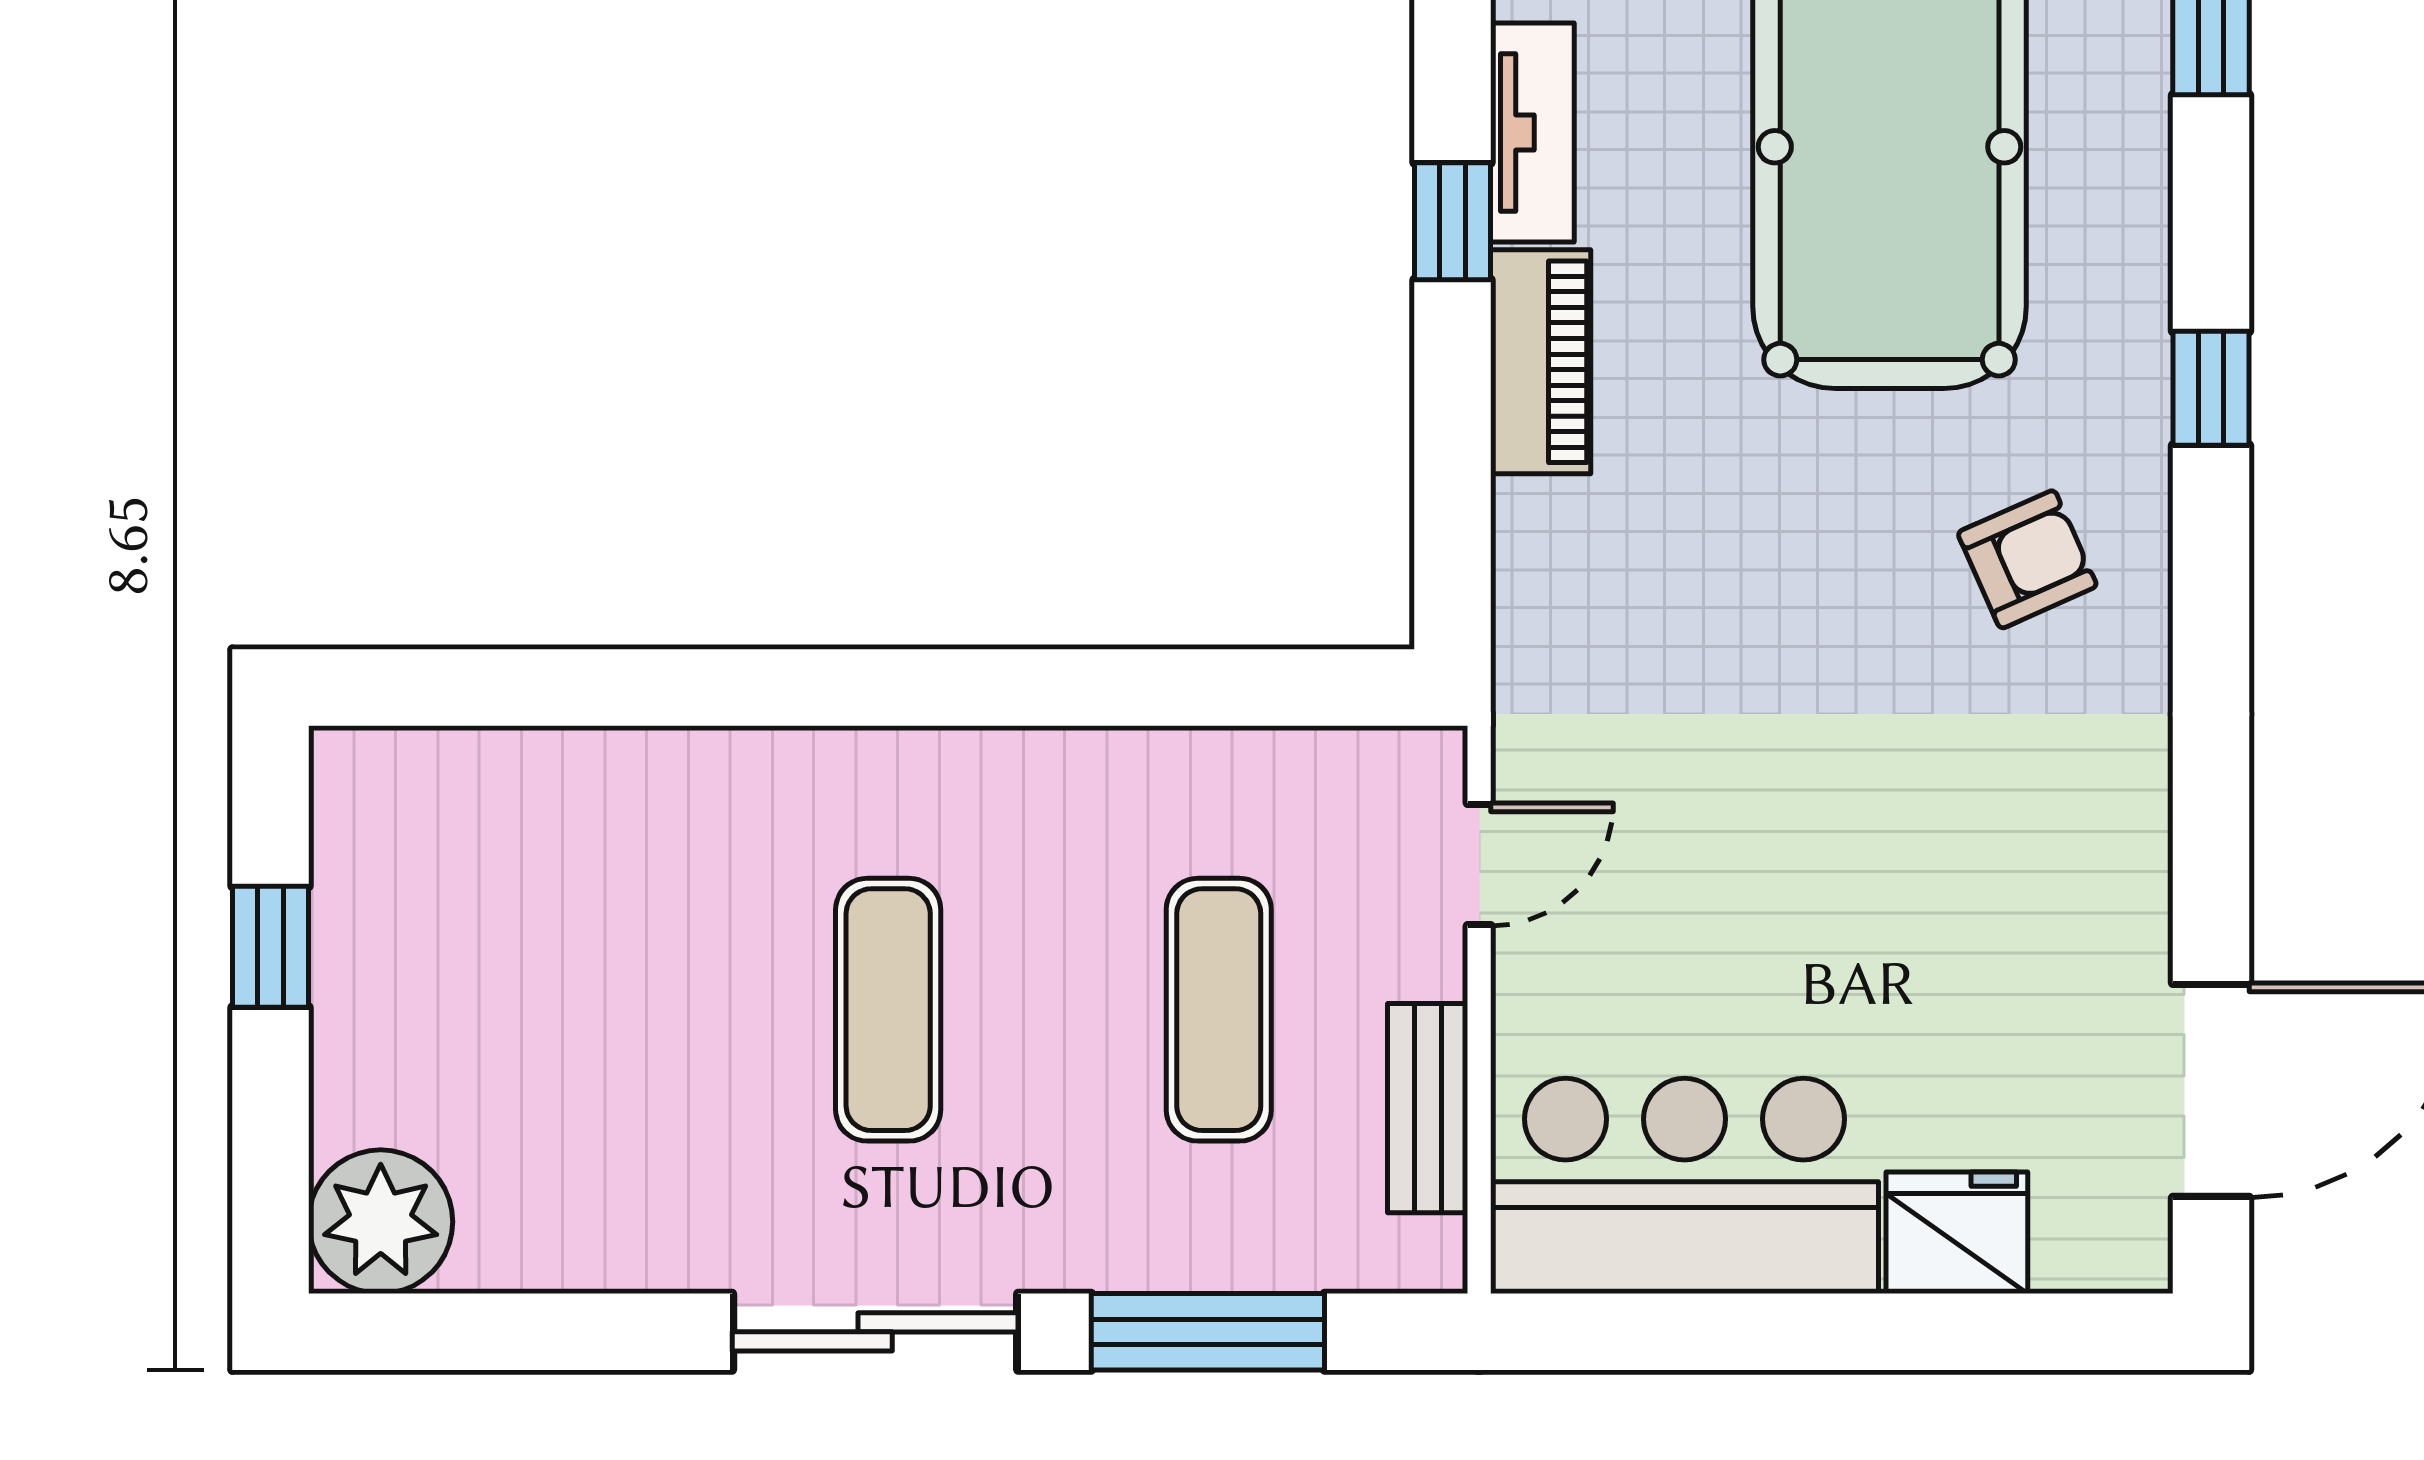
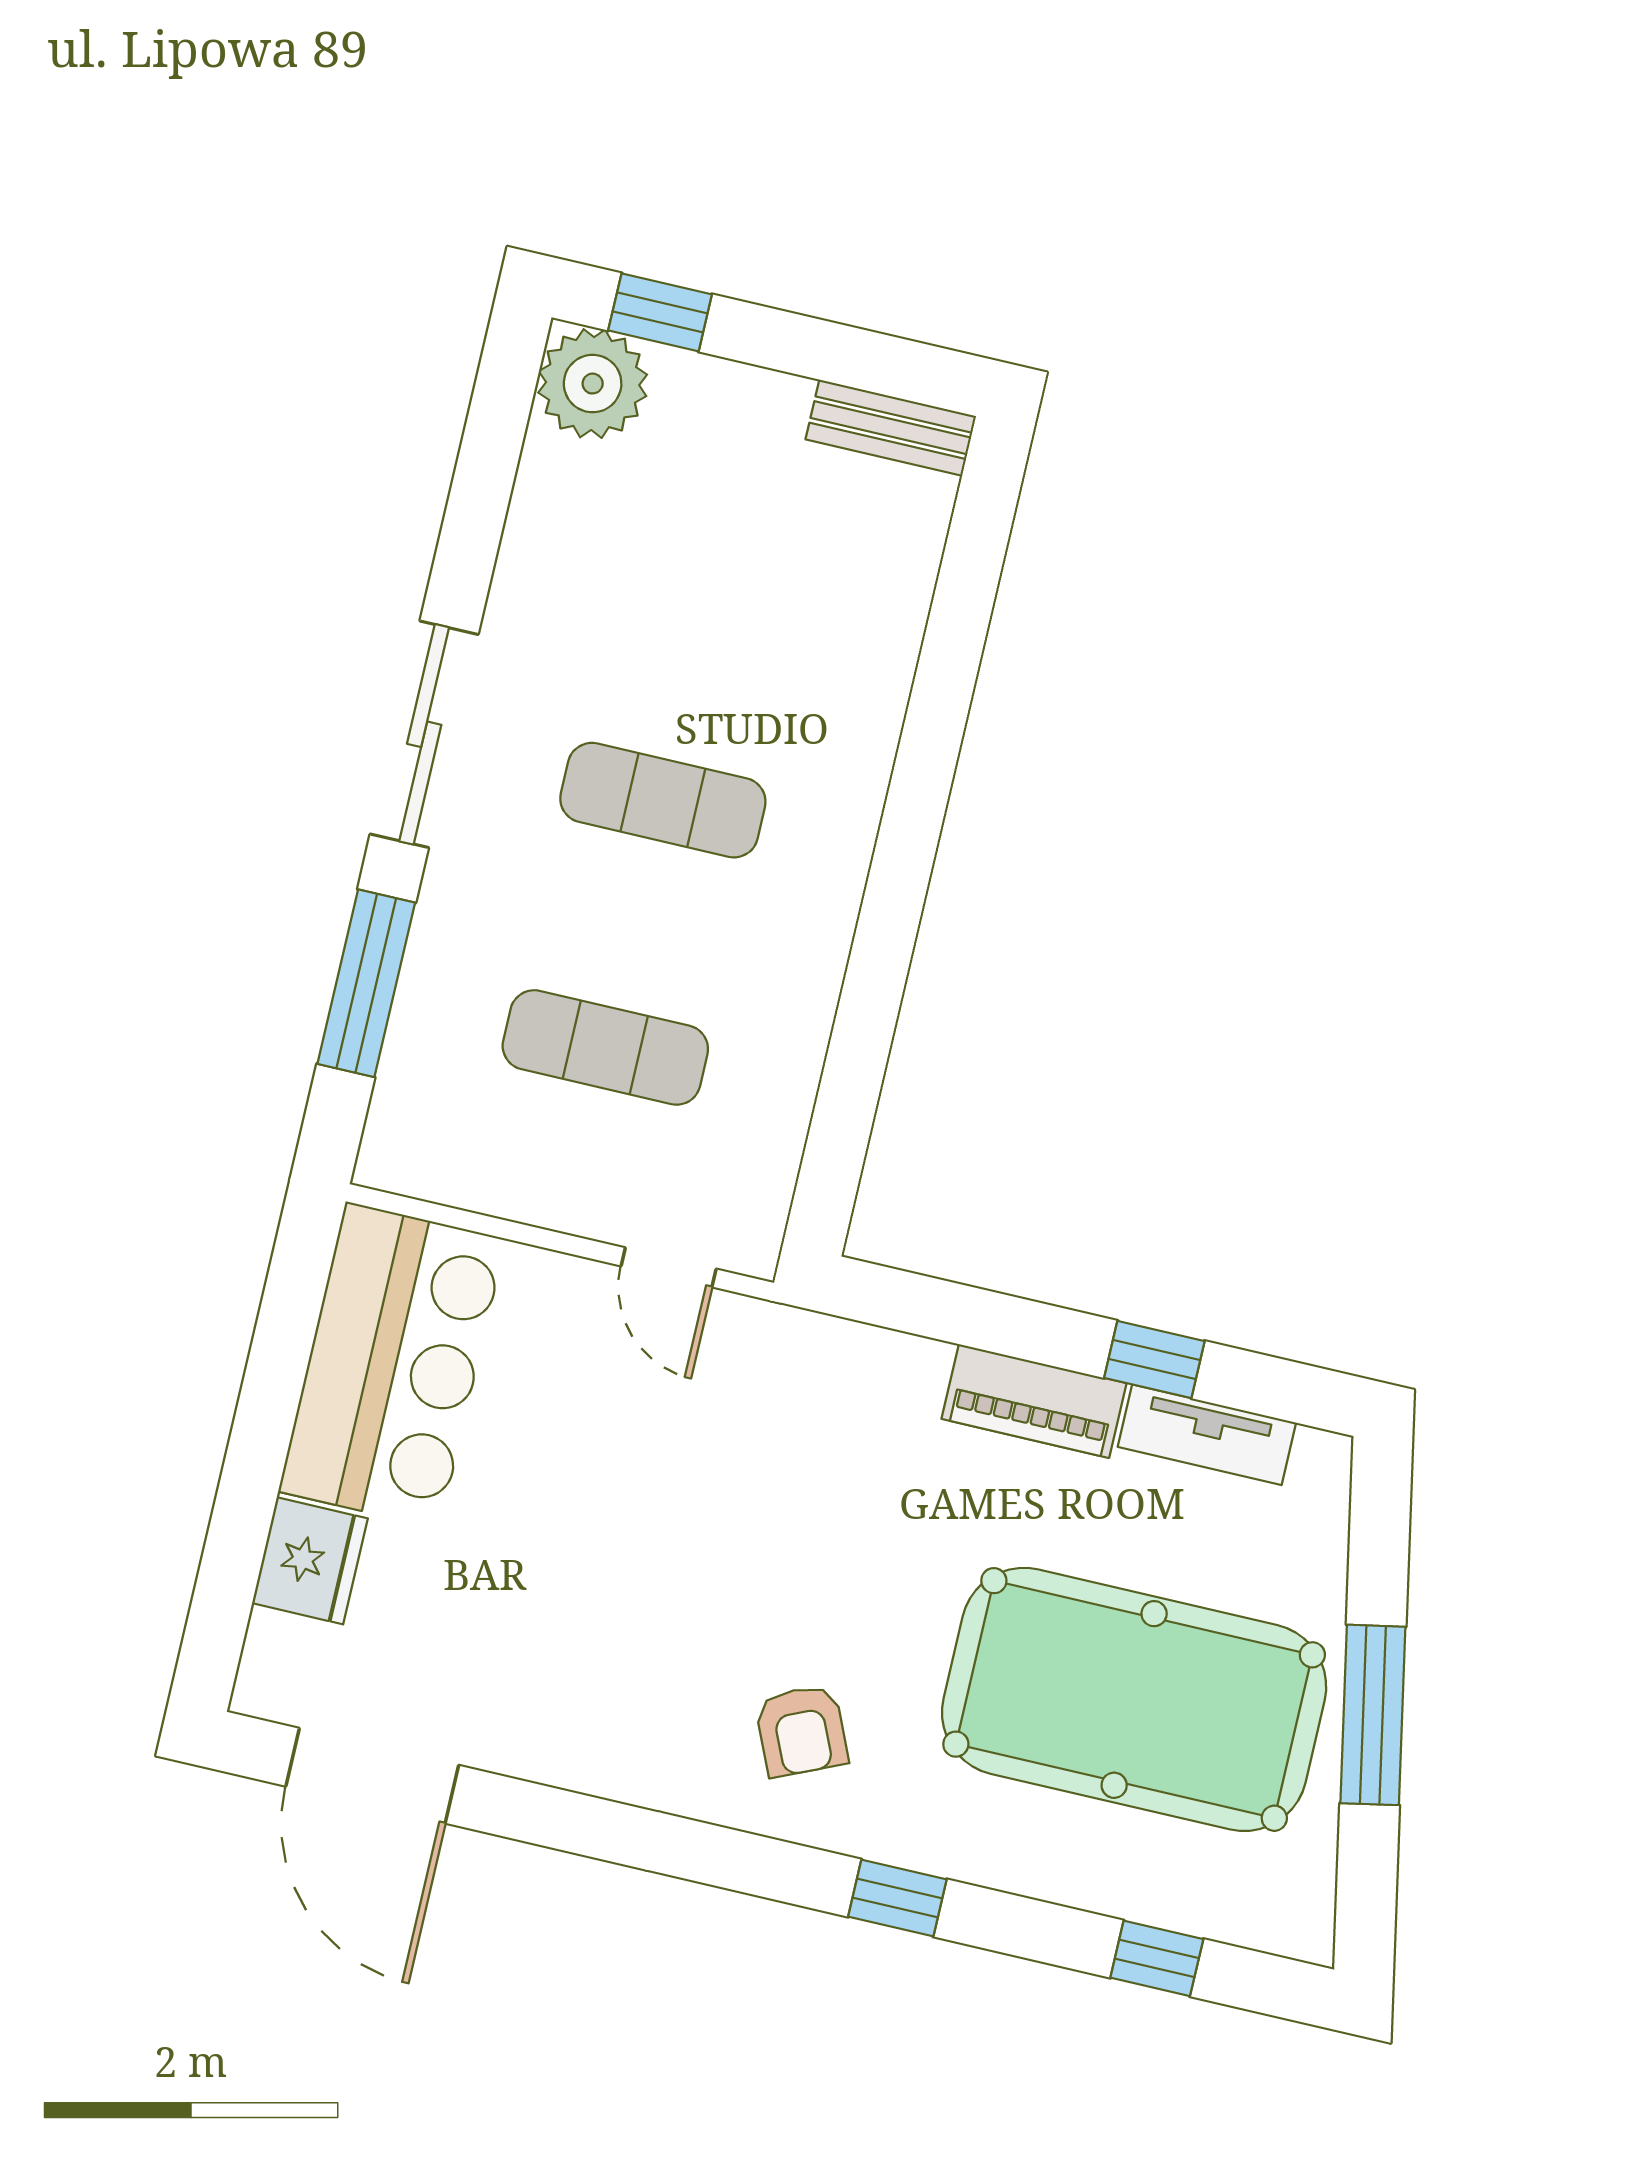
window: (270, 947) -> (660, 312), moved
bench: (1428, 1108) -> (891, 428), moved

